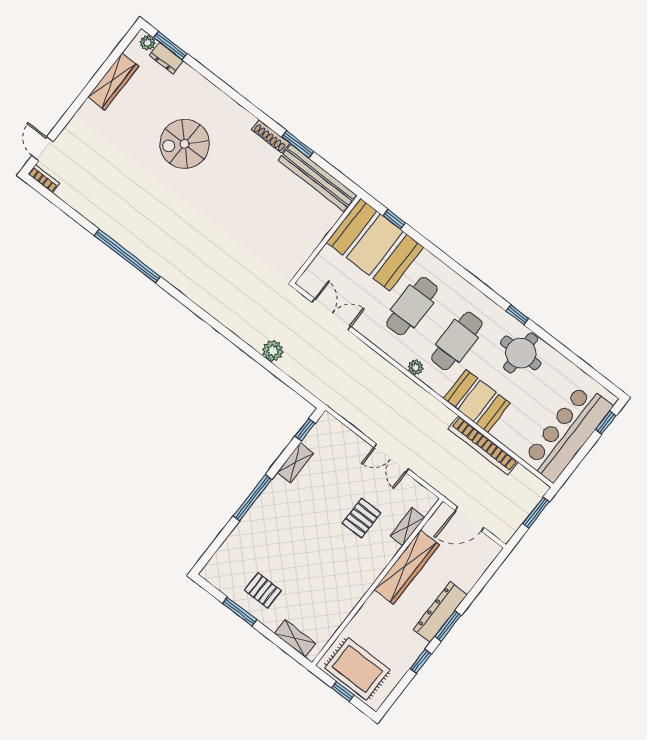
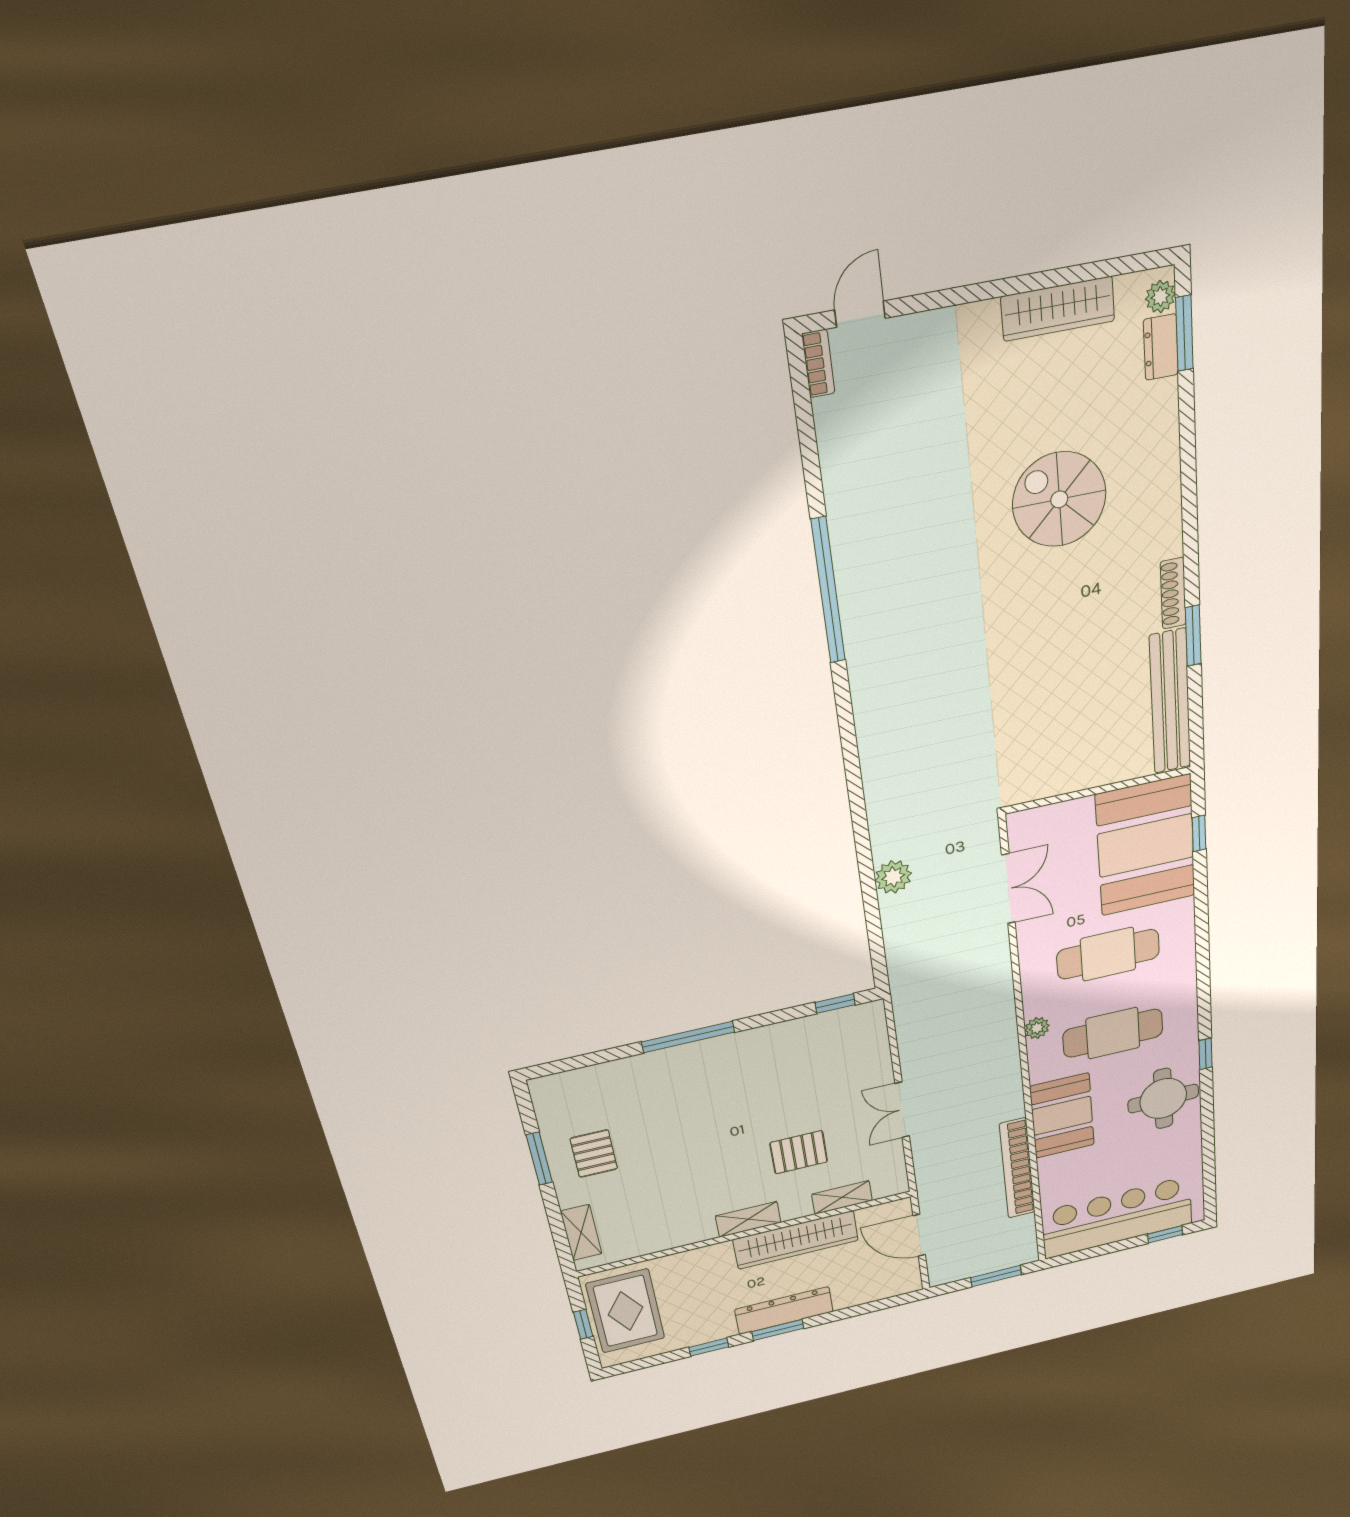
shelving: (295, 463) -> (748, 1219), moved

